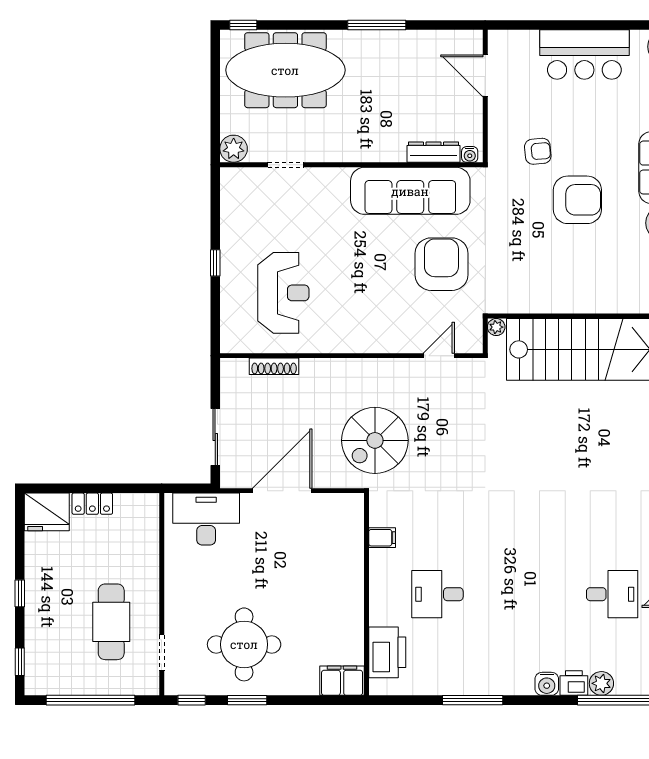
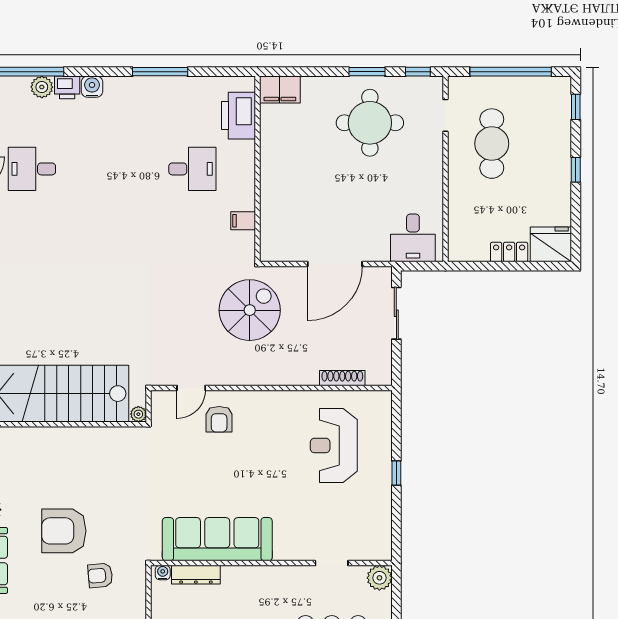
armchair: (441, 264) -> (219, 419), moved, width x0.53, depth x0.53
desk: (206, 519) -> (413, 238), width x0.73

